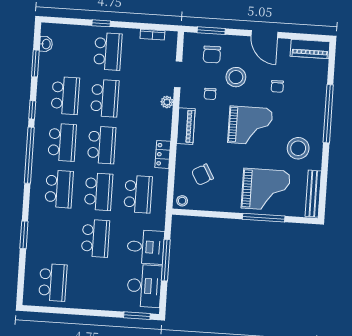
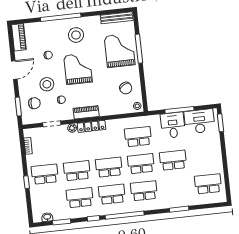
stool: (298, 148) -> (76, 35), moved
locker: (163, 154) -> (91, 126), moved, width x1.53
chair: (202, 175) -> (126, 88), moved

